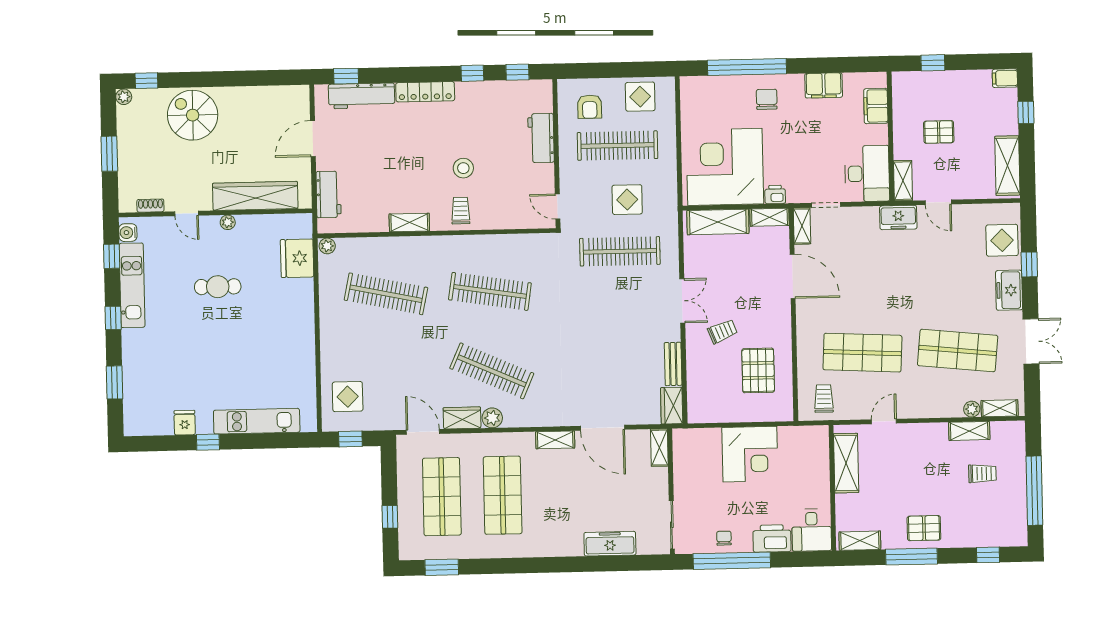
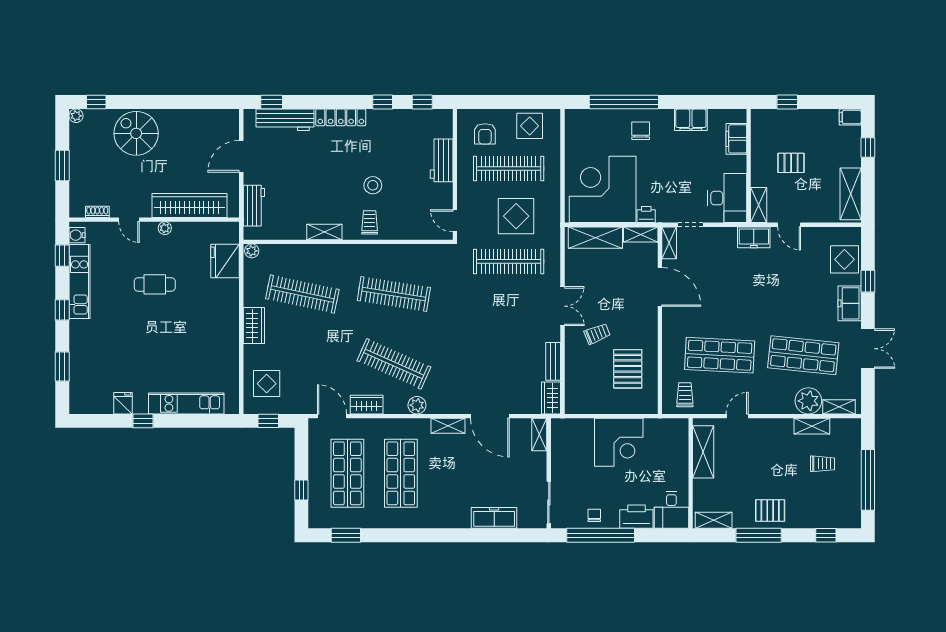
display table: (627, 200) -> (516, 216), width x1.36, depth x1.36
wardrobe: (332, 331) -> (254, 326), added
plant: (972, 409) -> (808, 401), width x1.88, depth x1.88
plant: (492, 418) -> (417, 405), moved

